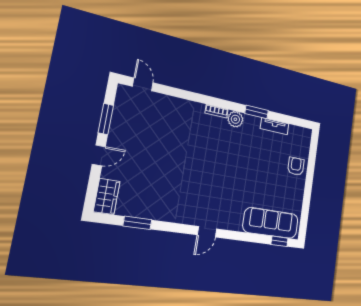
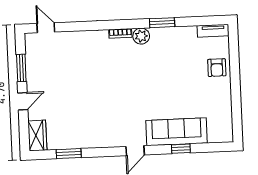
tv unit: (275, 126) -> (213, 31), moved
armchair: (296, 166) -> (217, 68), turned 180
sofa: (271, 223) -> (176, 132), moved
window: (280, 241) -> (181, 149), moved

